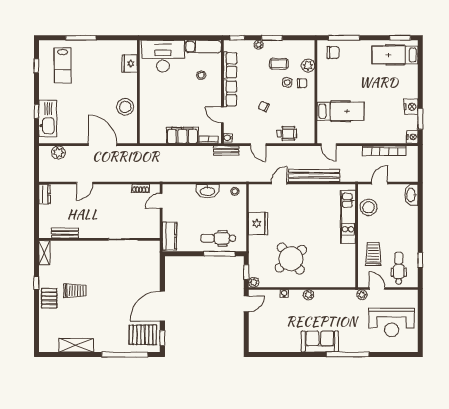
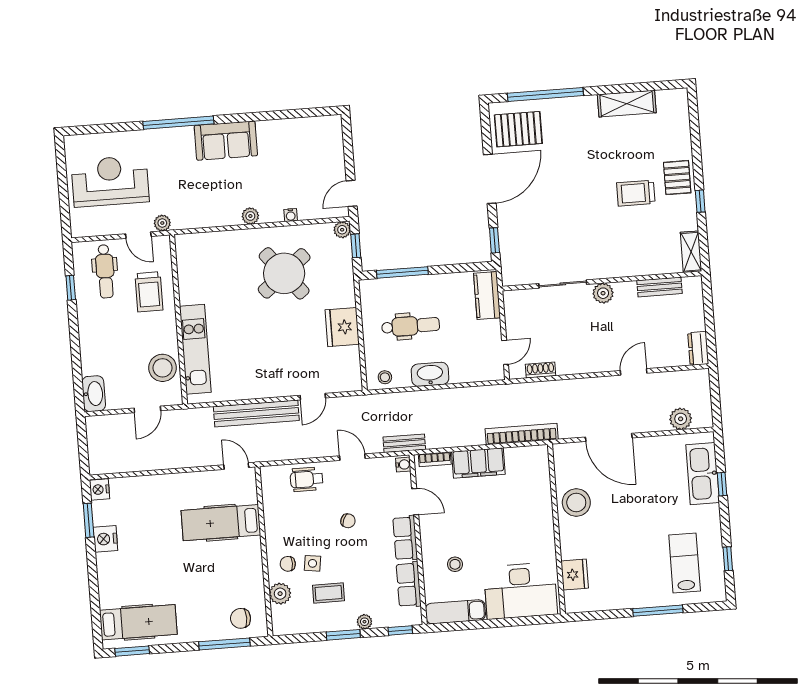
bookcase: (384, 151) -> (522, 434), moved
plant: (99, 232) -> (603, 293), added
dental chair: (218, 238) -> (411, 326), moved
window: (162, 338) -> (494, 240), moved

